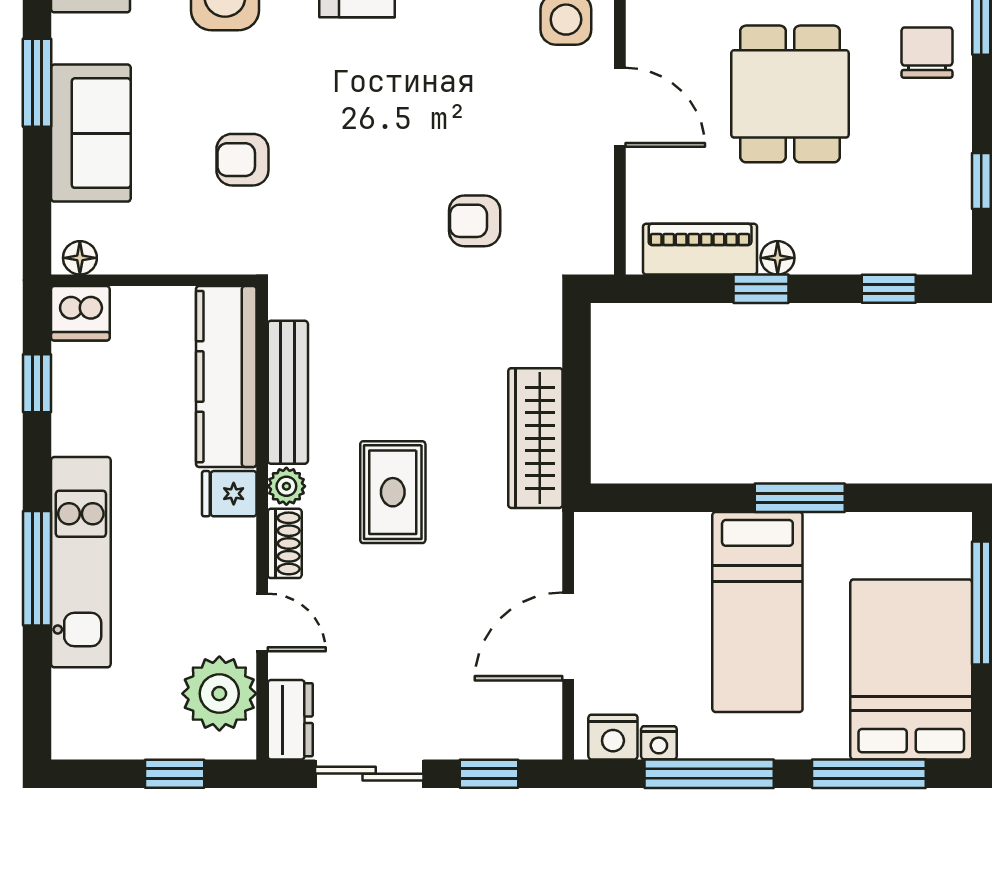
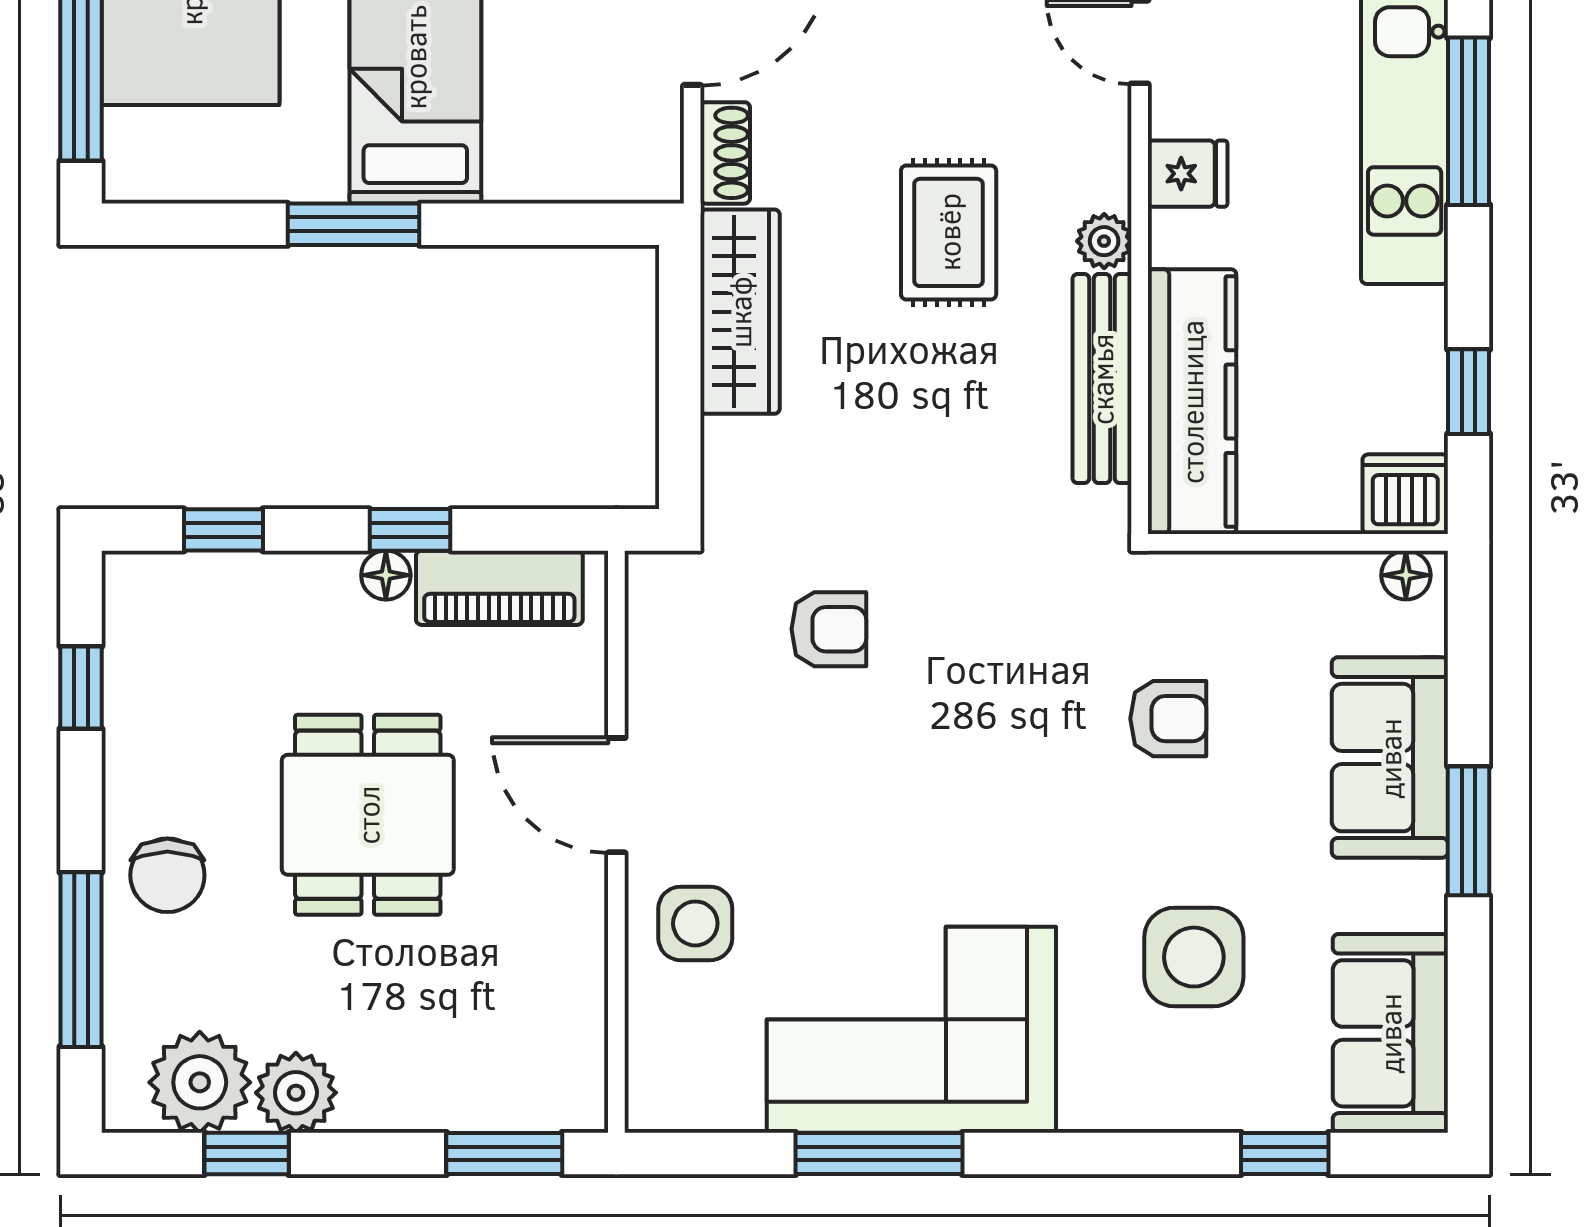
fridge: (229, 494) -> (1188, 174), moved
shoe rack: (285, 543) -> (725, 153), moved, turned 180

